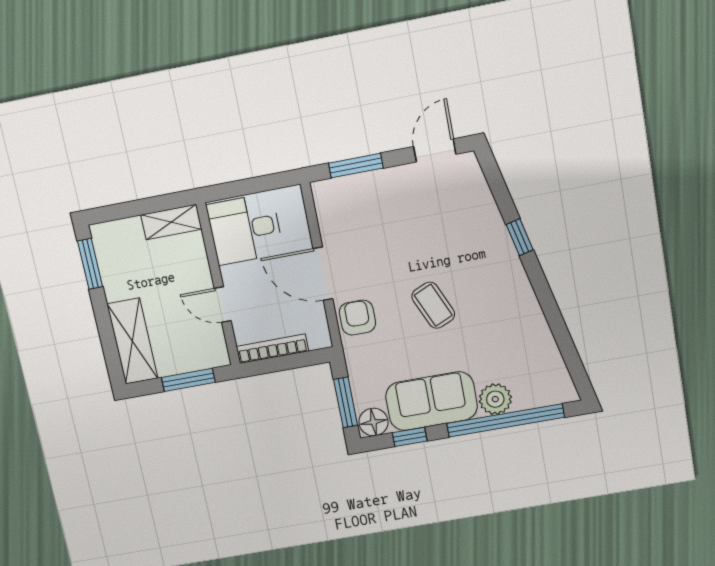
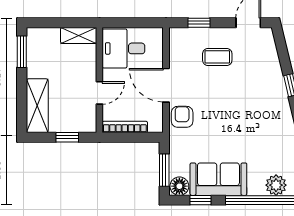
window: (356, 166) -> (199, 23), width x0.67
door: (223, 305) -> (99, 93), swing flipped
coffee table: (433, 305) -> (217, 57), moved, turned -66
window: (188, 380) -> (67, 137), width x0.67
plant: (495, 399) -> (276, 185), moved

